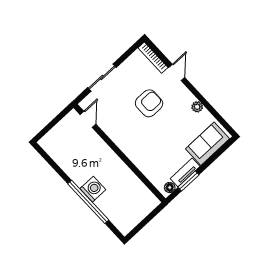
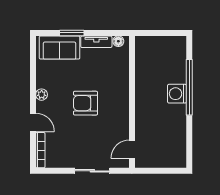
door: (177, 72) -> (33, 122), swing flipped
armchair: (149, 103) -> (85, 103), moved
plant: (197, 107) -> (42, 95), moved
window: (188, 181) -> (72, 33), moved

